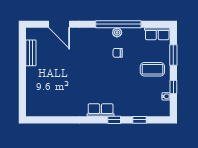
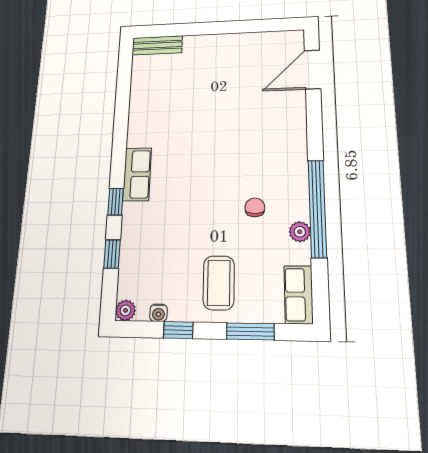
door: (59, 24) -> (313, 70), moved
plant: (117, 32) -> (300, 232), moved
bench: (31, 53) -> (157, 45), moved
plant: (165, 112) -> (125, 310), added

